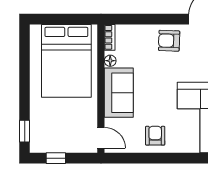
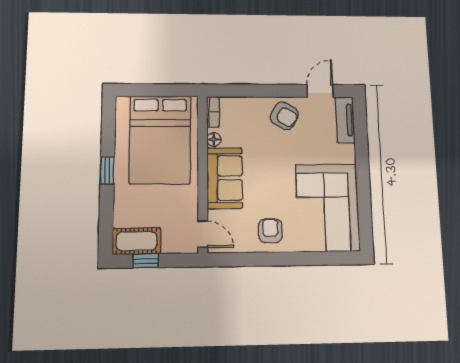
armchair: (169, 41) -> (284, 116), turned -151
window: (25, 131) -> (107, 170), moved
cot: (49, 143) -> (136, 241), added

